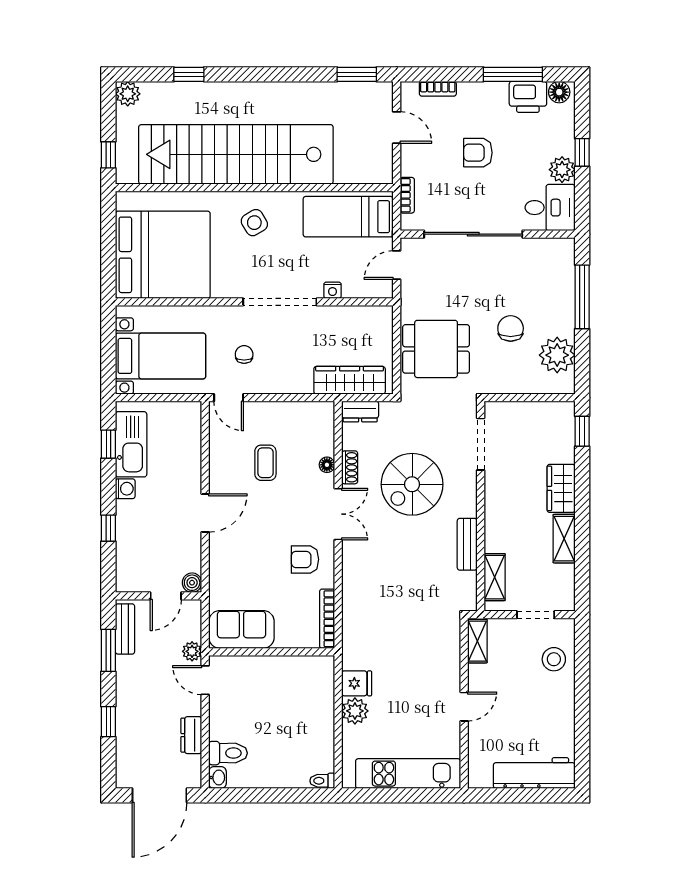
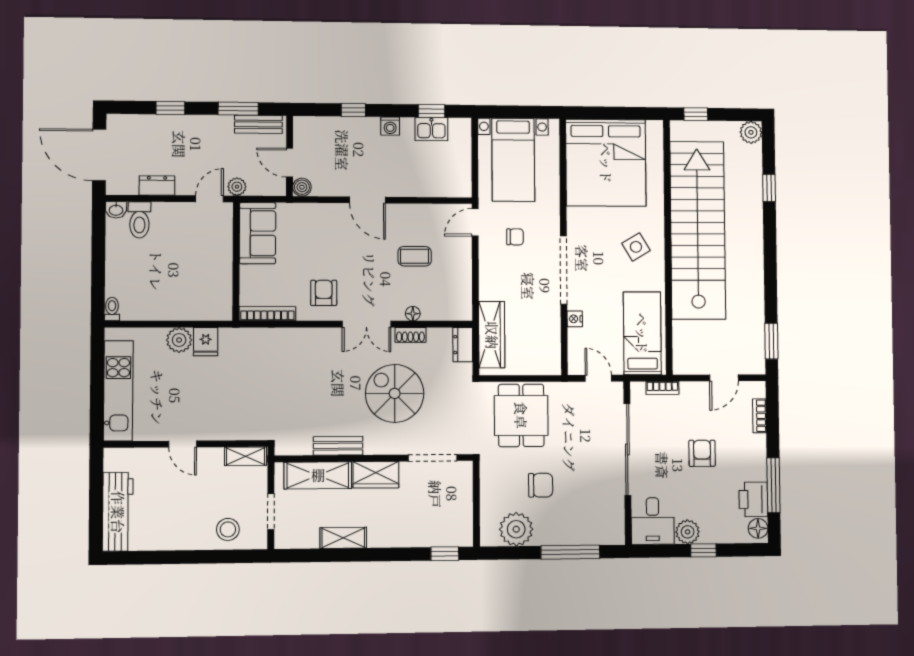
kitchen sink: (131, 444) -> (431, 129), width x0.53, depth x0.81
wardrobe: (561, 488) -> (376, 475), moved, turned 180
shelving: (495, 577) -> (318, 475), width x1.50, depth x1.33

